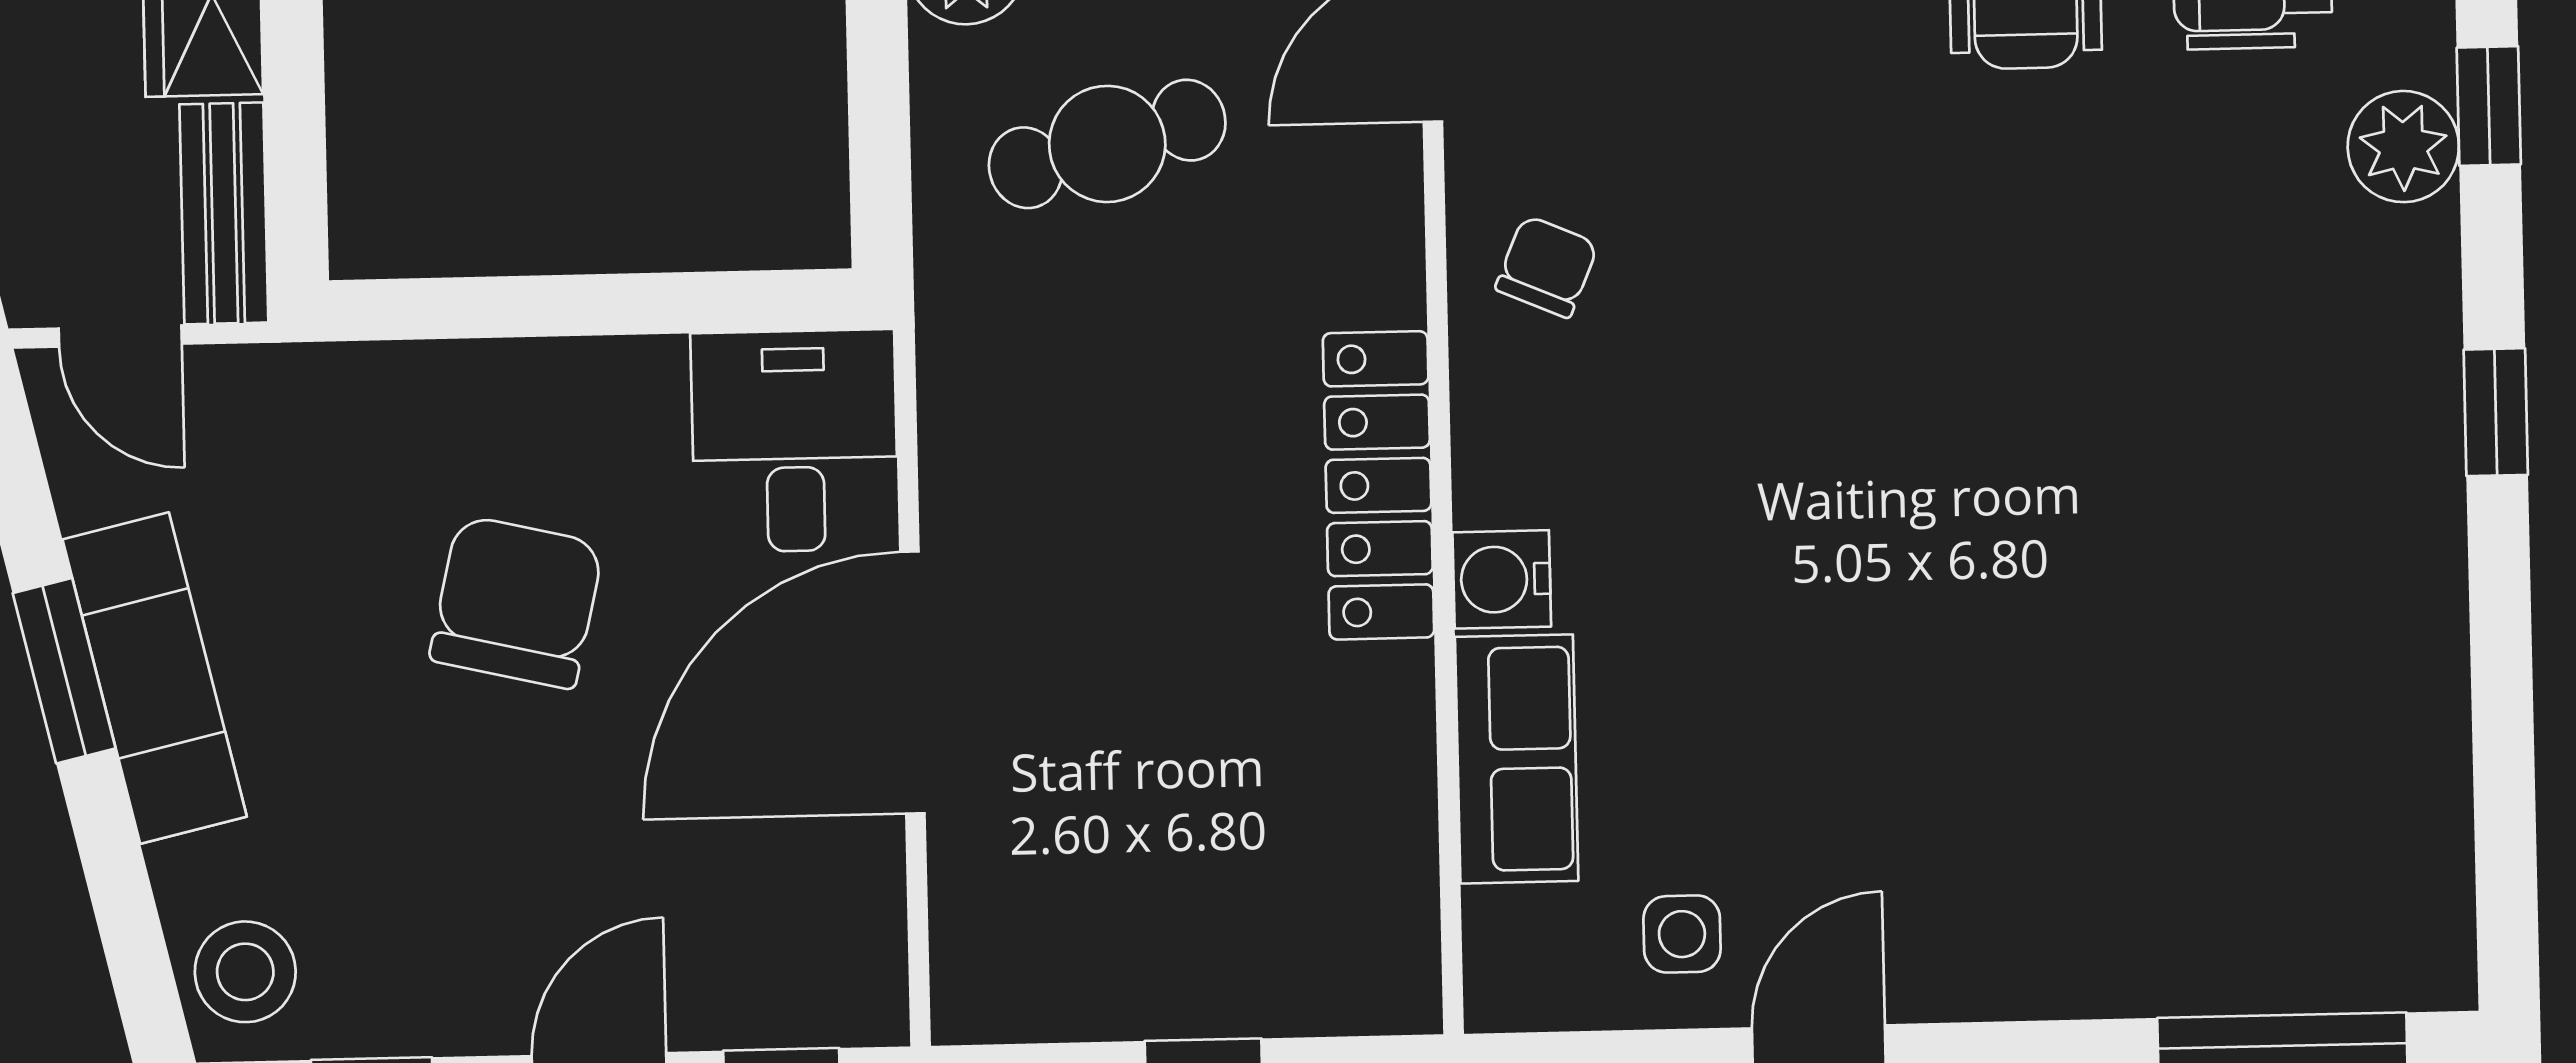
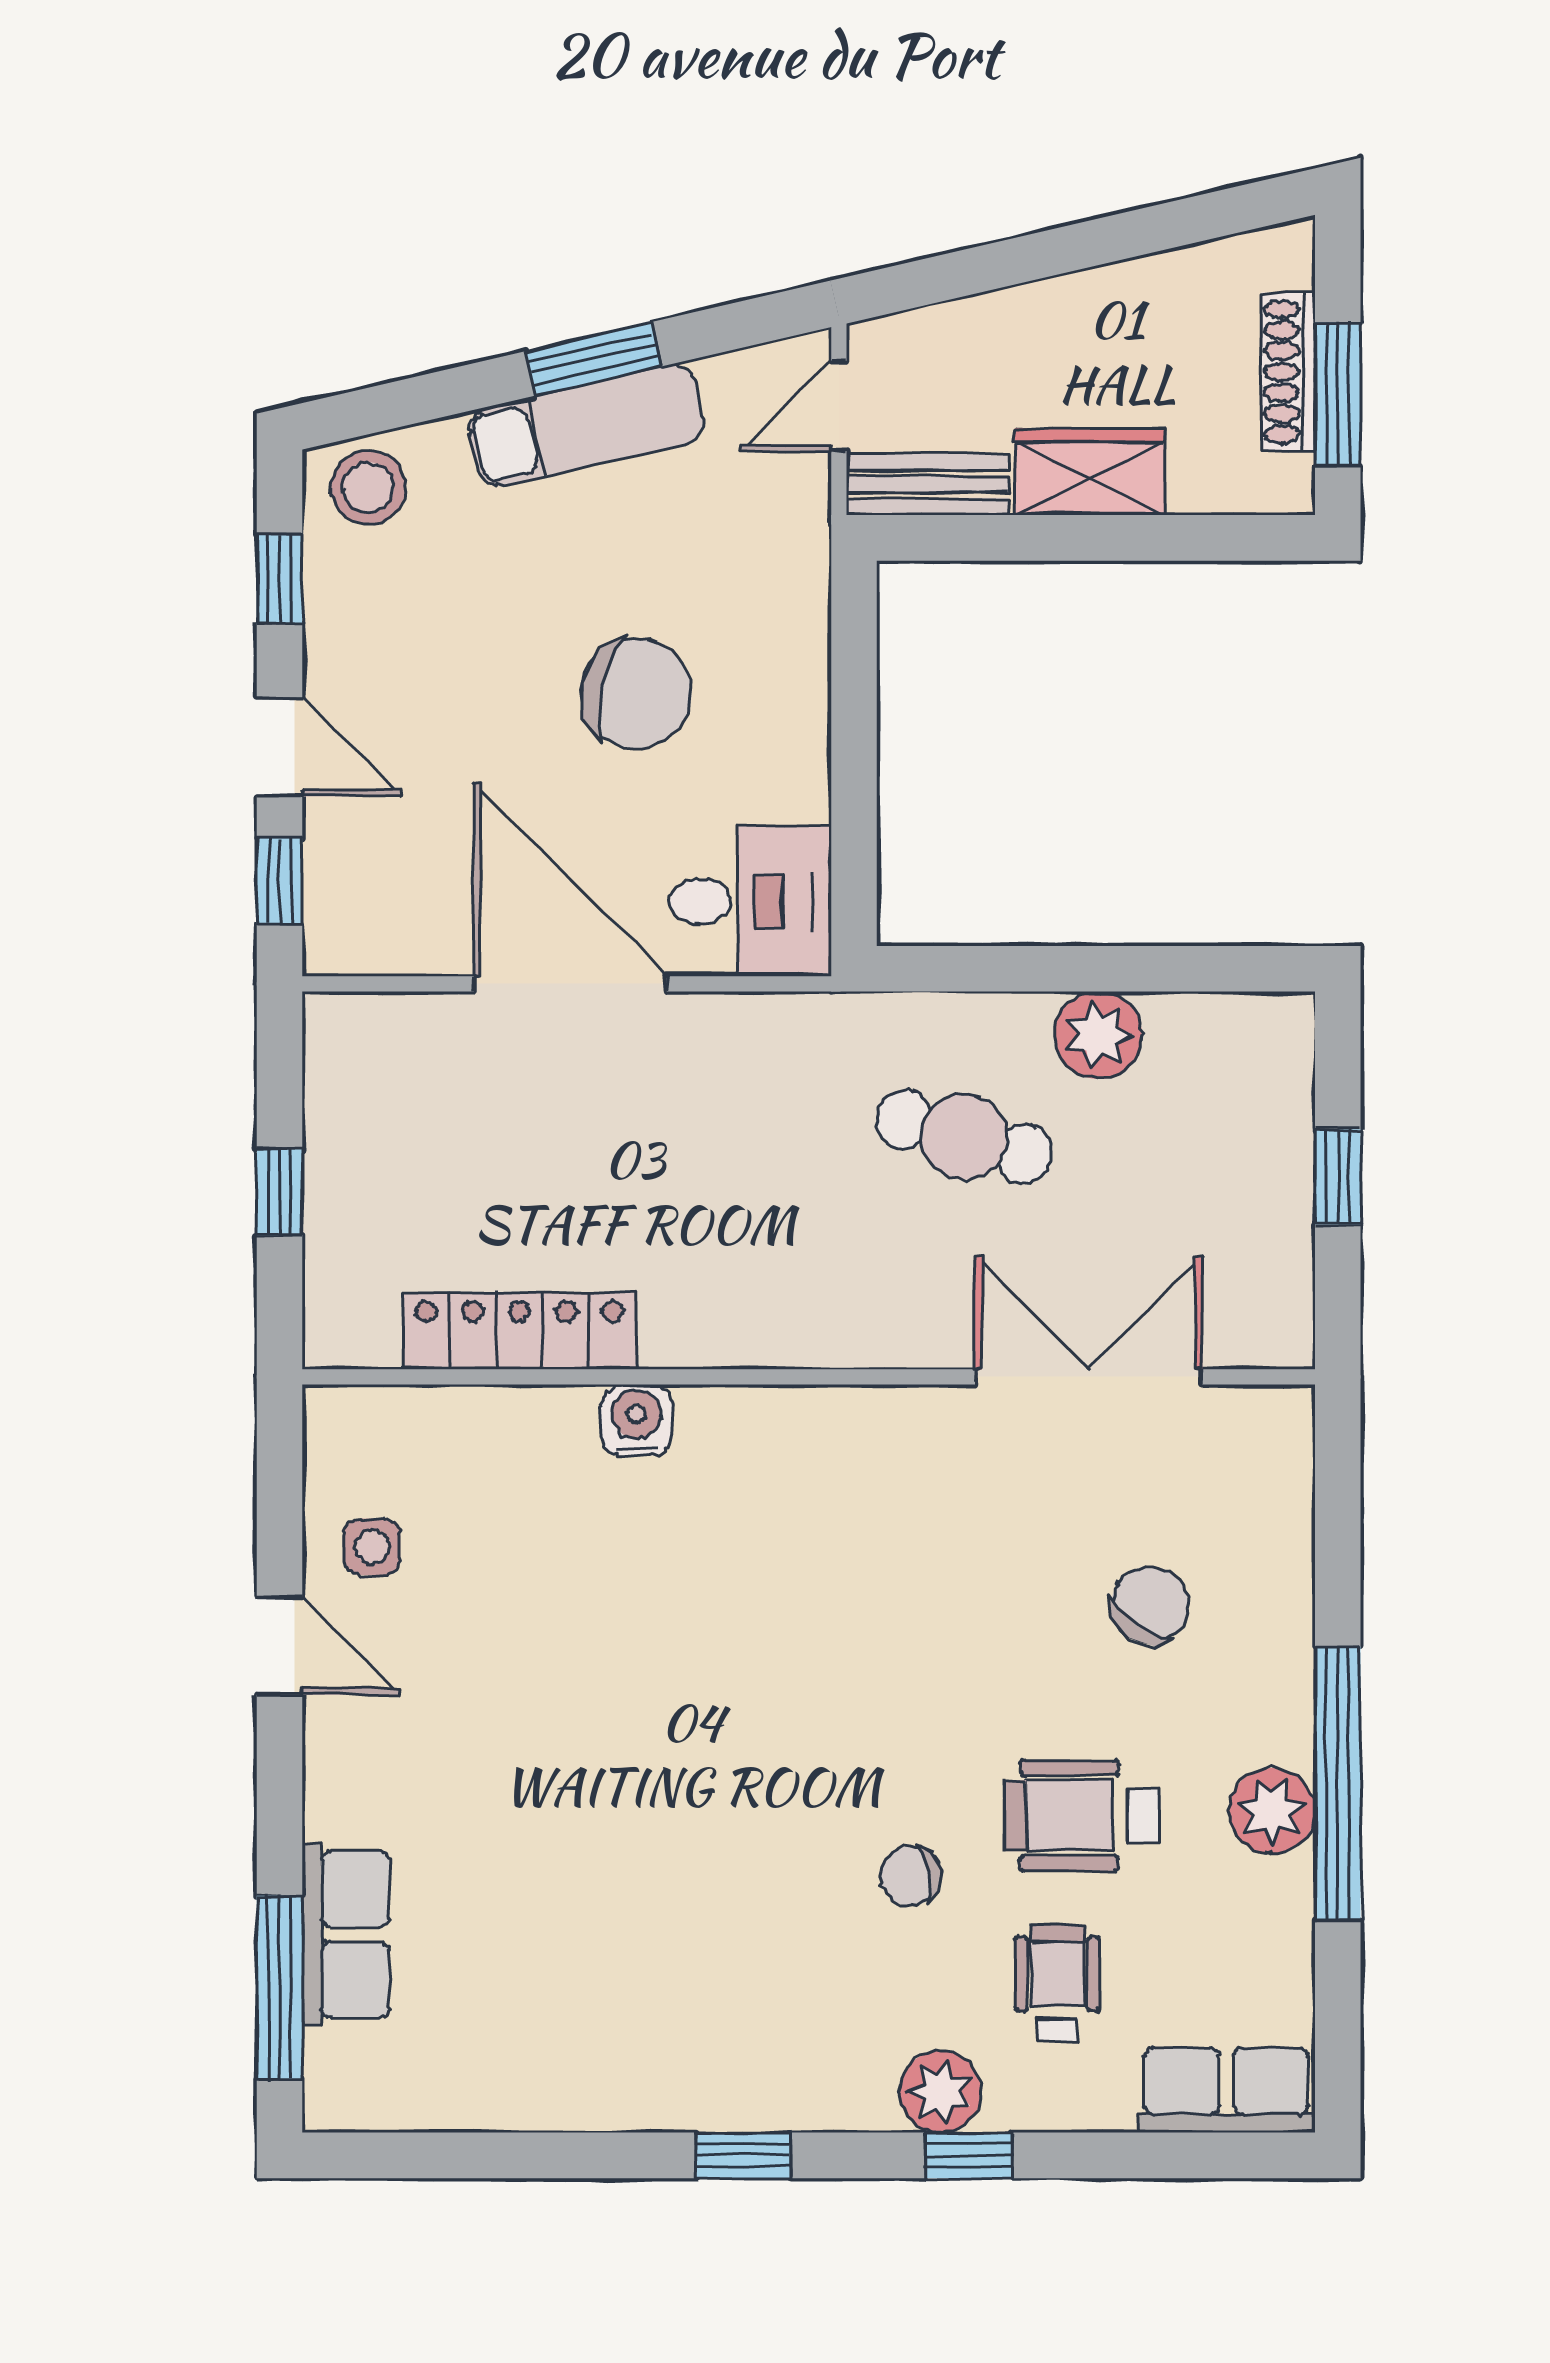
cafe table: (1107, 144) -> (964, 1136), turned -59
chair: (1547, 267) -> (911, 1876), moved, turned 147
locker: (1378, 485) -> (519, 1331), moved
row of seats: (1517, 759) -> (346, 1935), moved, turned -90

